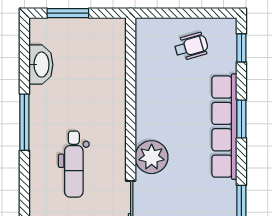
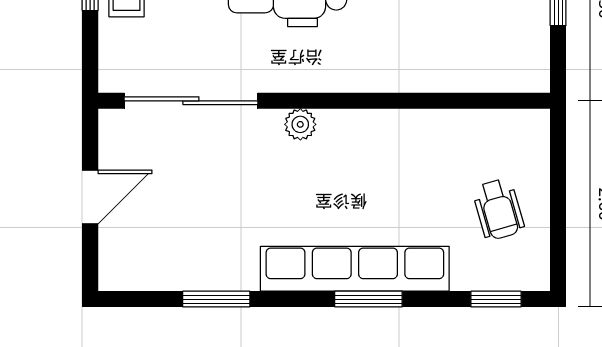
plant: (152, 157) -> (300, 124), width x0.53, depth x0.53

